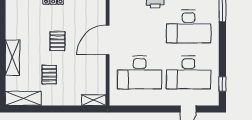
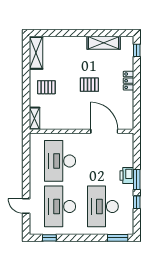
door: (108, 40) -> (104, 131), moved
shelving: (12, 57) -> (104, 43), moved
pallet: (49, 75) -> (46, 87), moved

